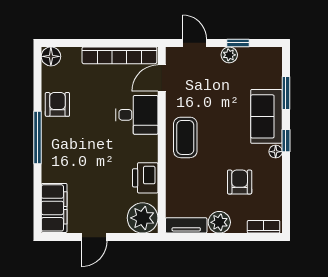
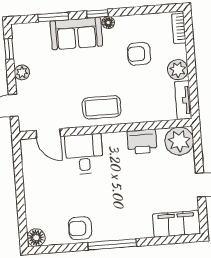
window: (238, 43) -> (9, 49), moved
bookcase: (119, 55) -> (30, 174), removed

